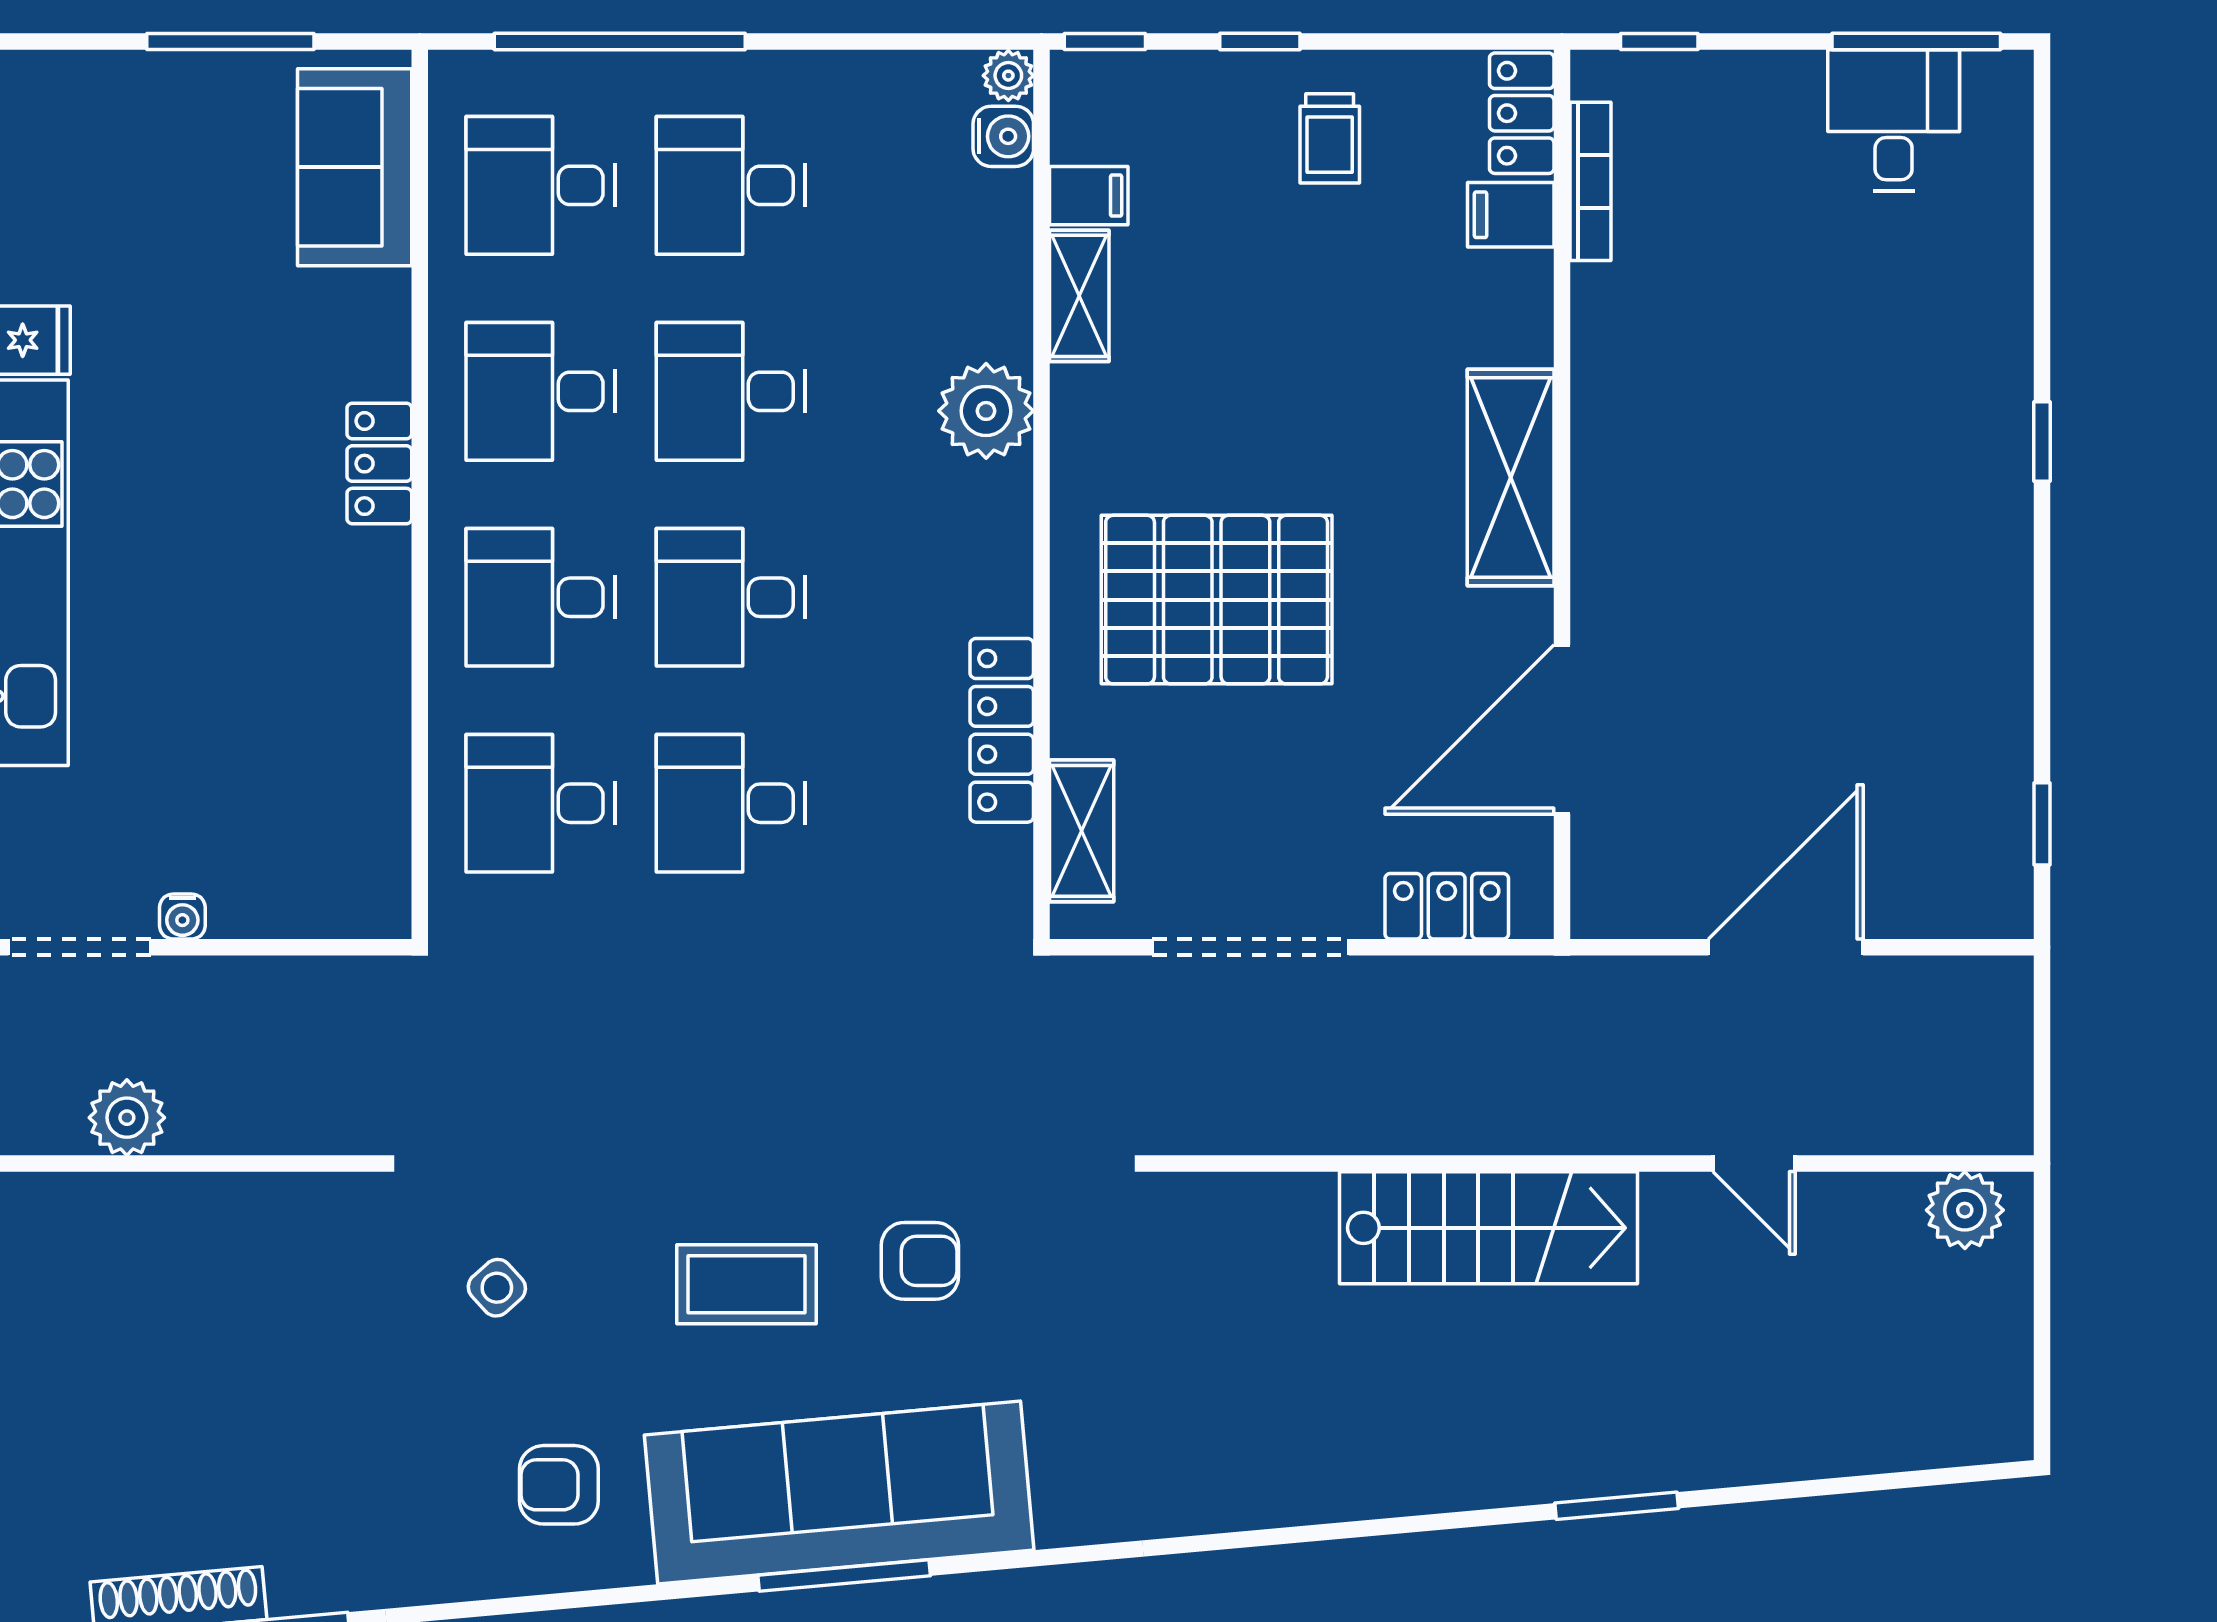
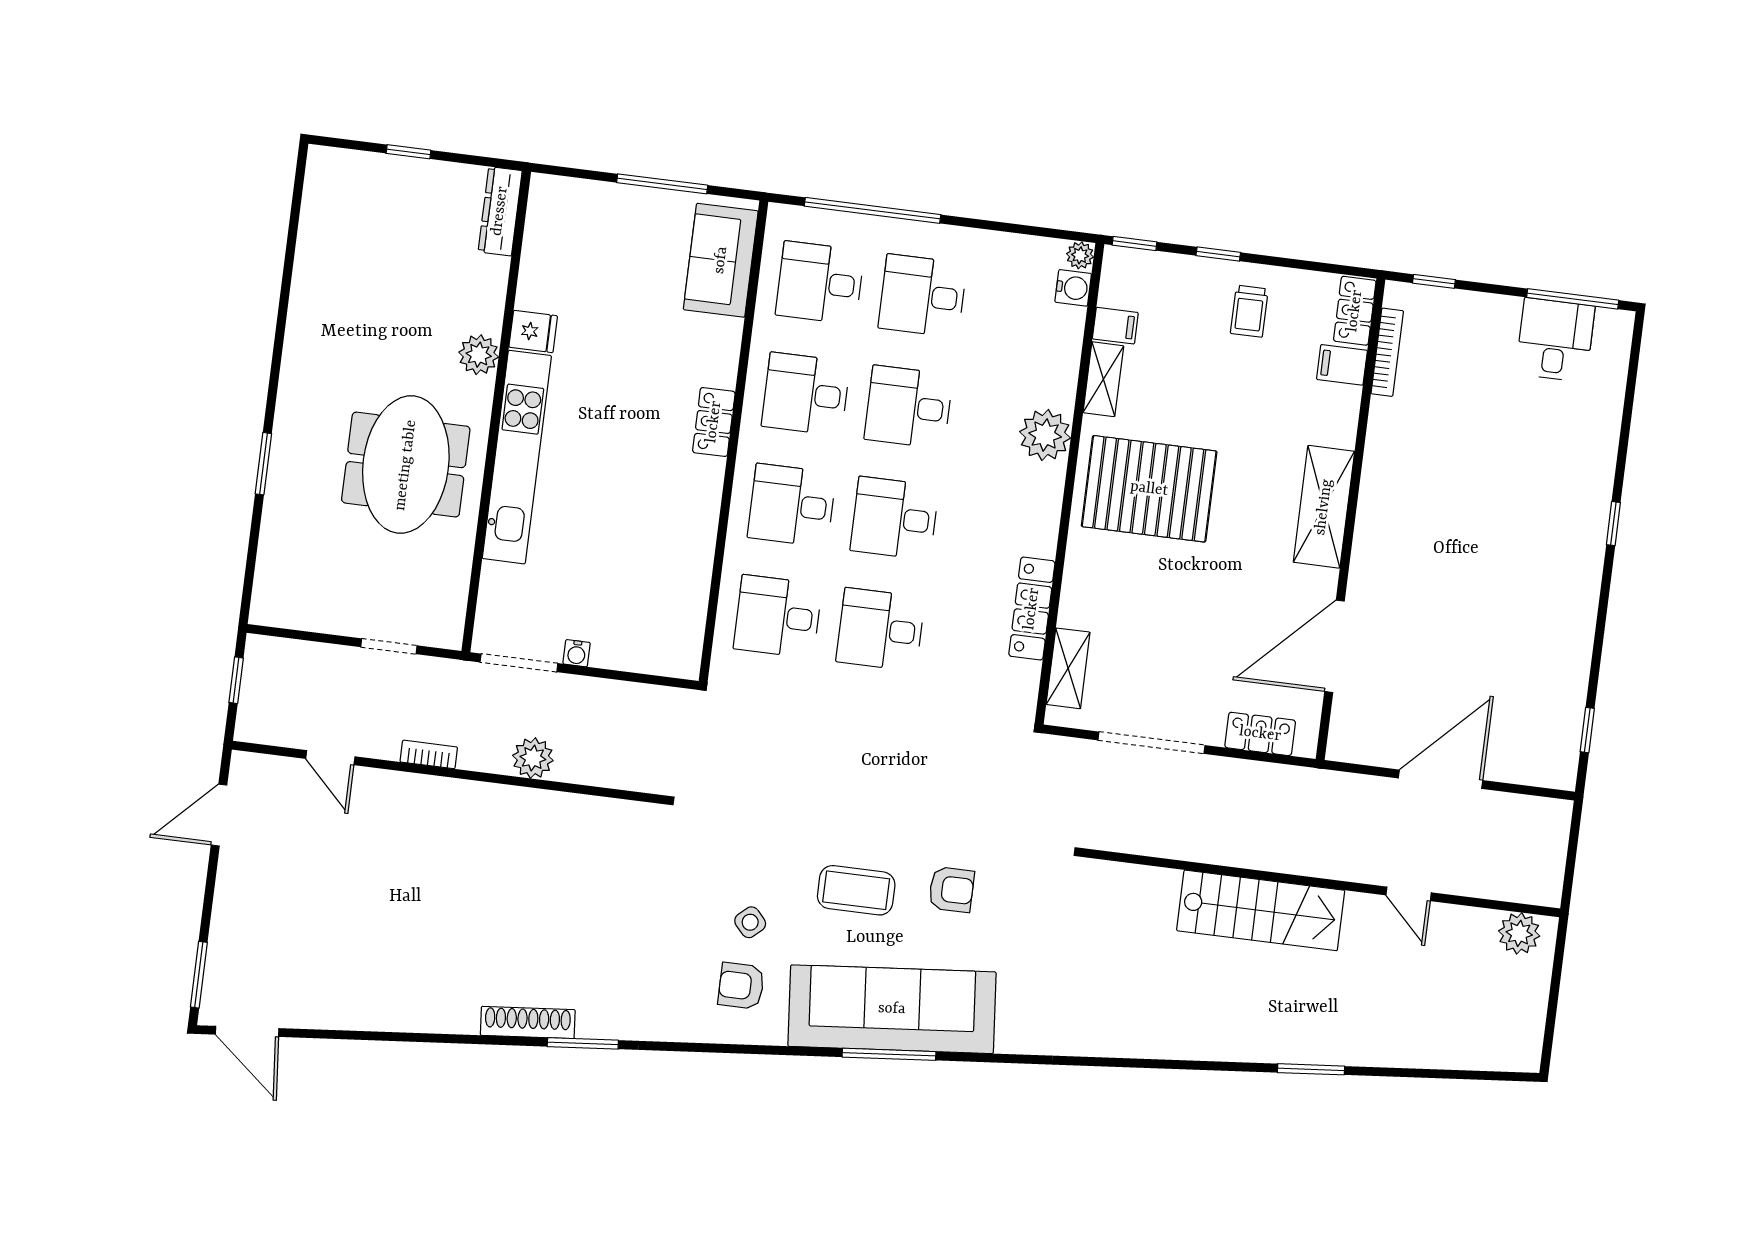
pallet: (1217, 600) -> (1149, 489), moved
side table: (497, 1288) -> (750, 922), moved

